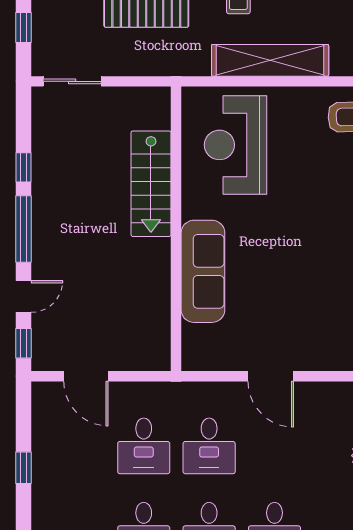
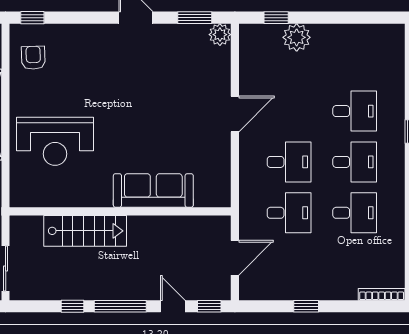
stairs: (151, 184) -> (85, 231), moved
wall: (176, 229) -> (120, 211), moved
sofa: (203, 271) -> (153, 190), moved

